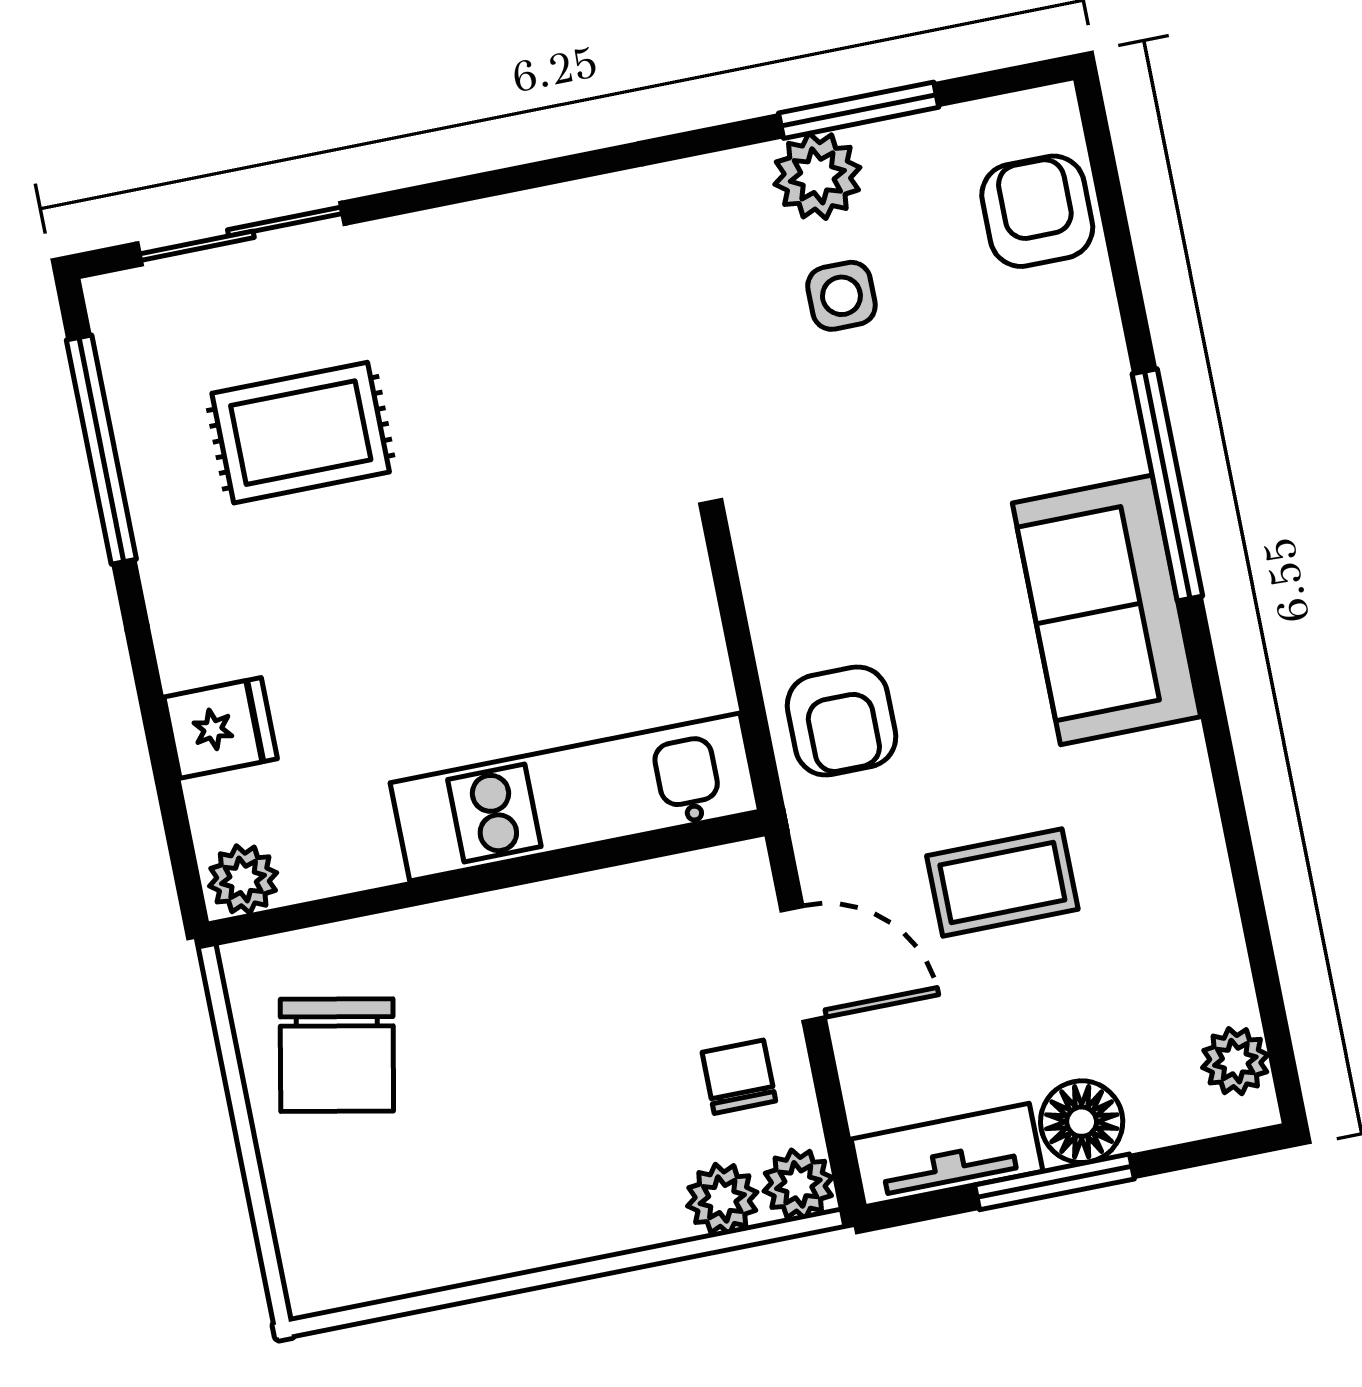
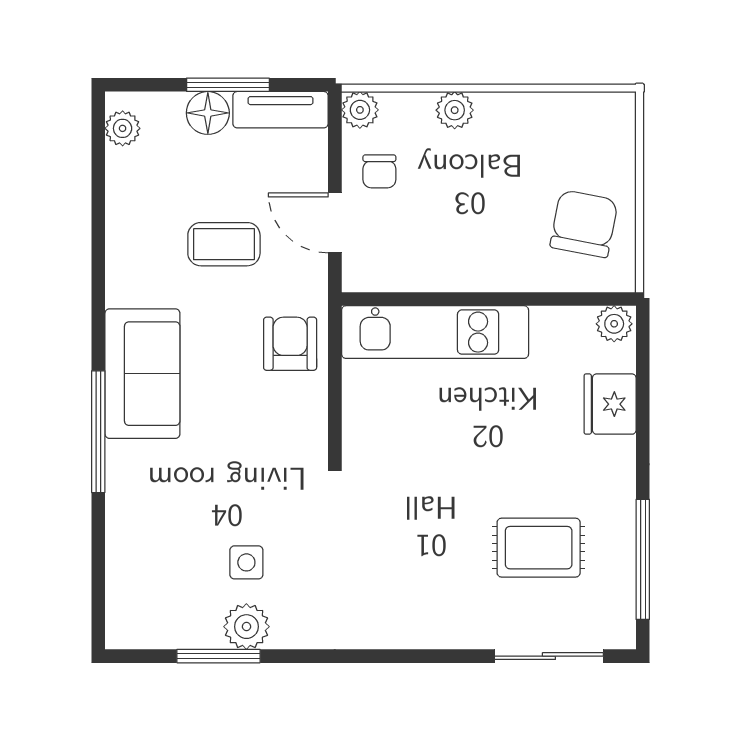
armchair: (1037, 211) -> (137, 586), removed
fridge: (221, 728) -> (610, 404), width x1.38
plant: (722, 1199) -> (455, 110), moved

